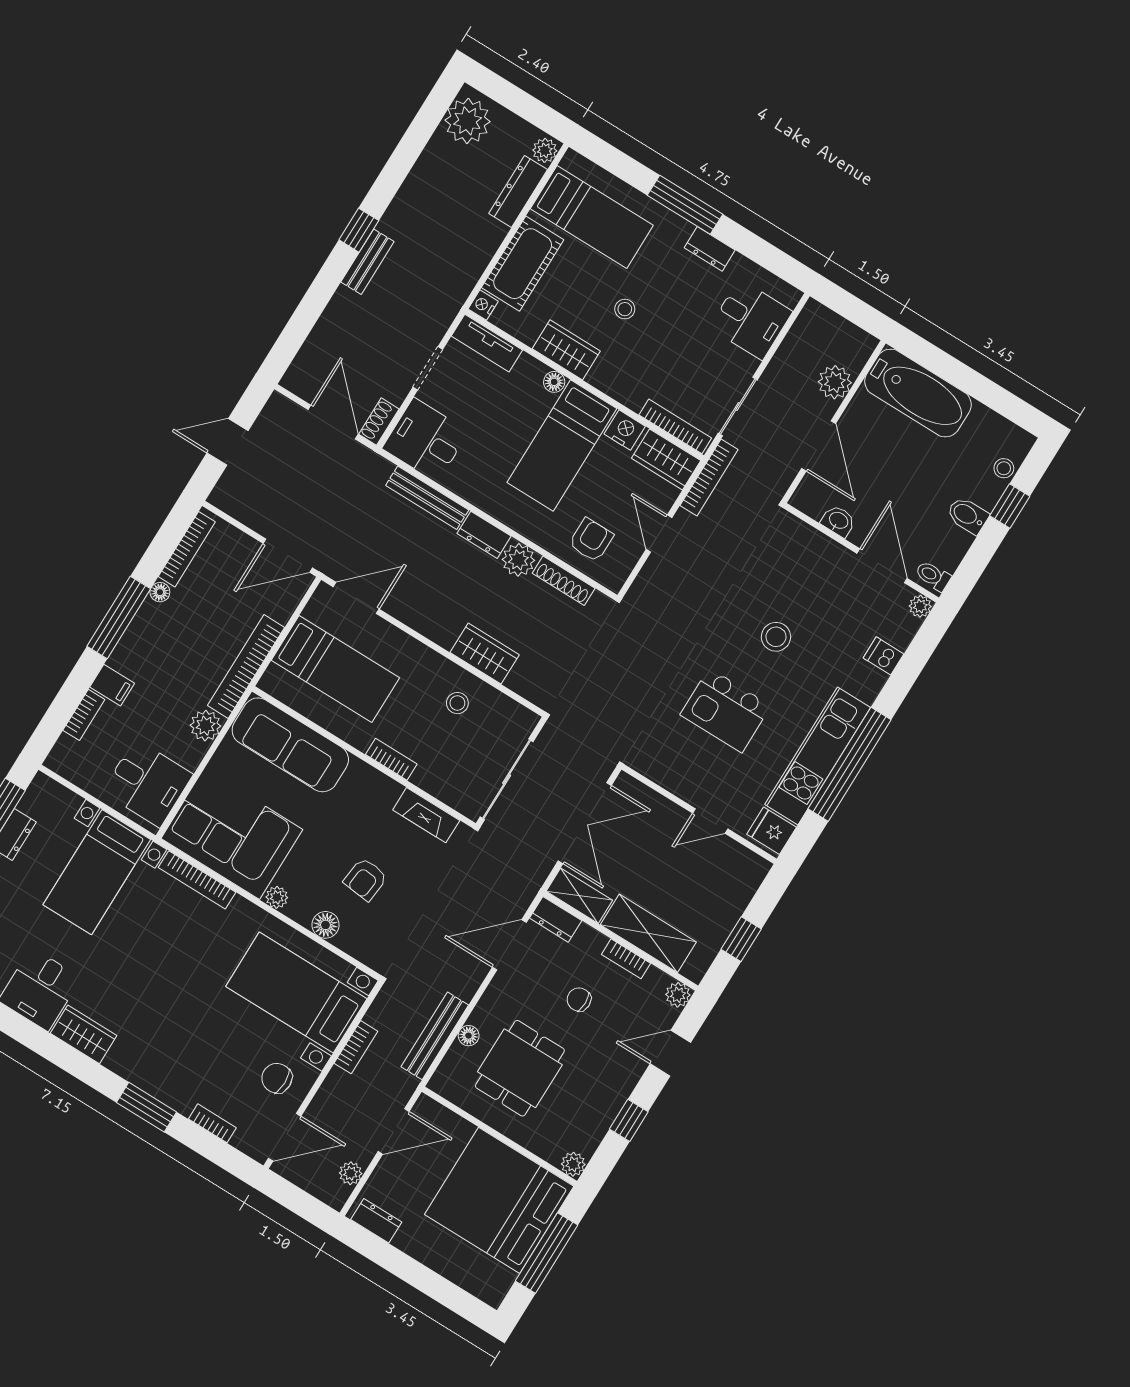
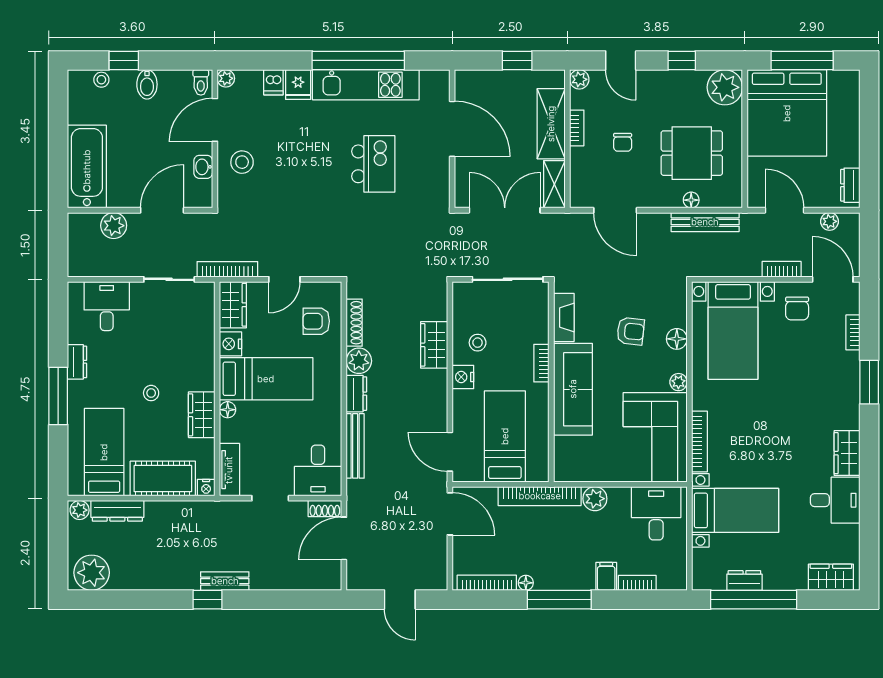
bookcase: (675, 426) -> (208, 312), removed
stool: (776, 637) -> (242, 162), moved
nightstand: (430, 663) -> (463, 377), added
sofa: (290, 745) -> (573, 389), moved
door: (710, 821) -> (452, 129), width x1.88
fridge: (772, 831) -> (298, 85), moved
dresser: (556, 919) -> (580, 190), removed
bookcase: (356, 1047) -> (782, 269), moved
plant: (573, 1164) -> (725, 87), width x1.88, depth x1.88

